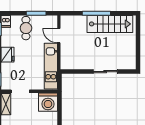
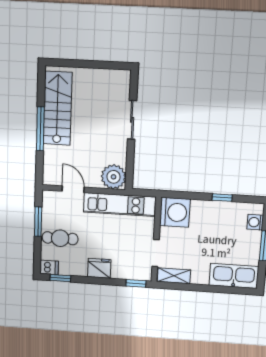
door: (59, 36) -> (73, 189), swing flipped
plant: (68, 61) -> (114, 177), added

